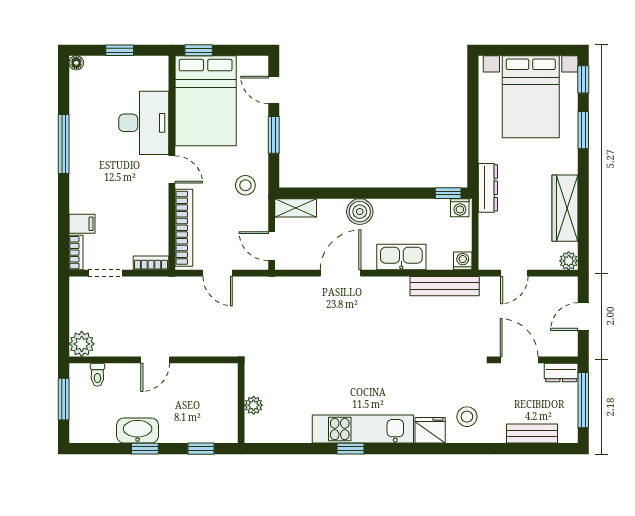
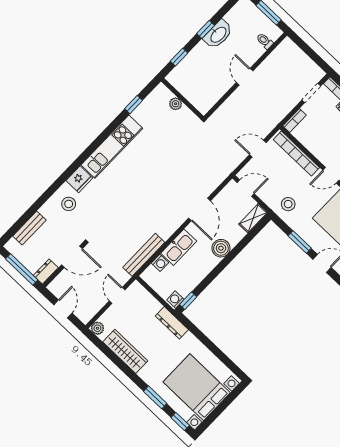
washing machine: (463, 261) -> (160, 263), moved
plant: (82, 344) -> (287, 48), removed
window: (351, 449) -> (134, 105), moved

